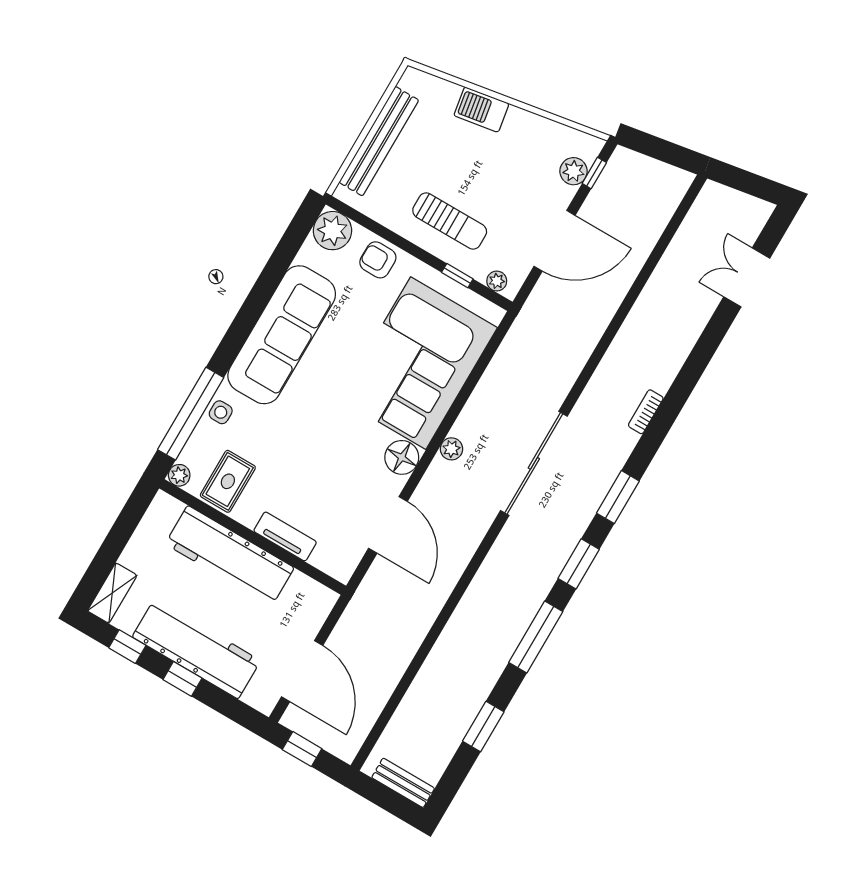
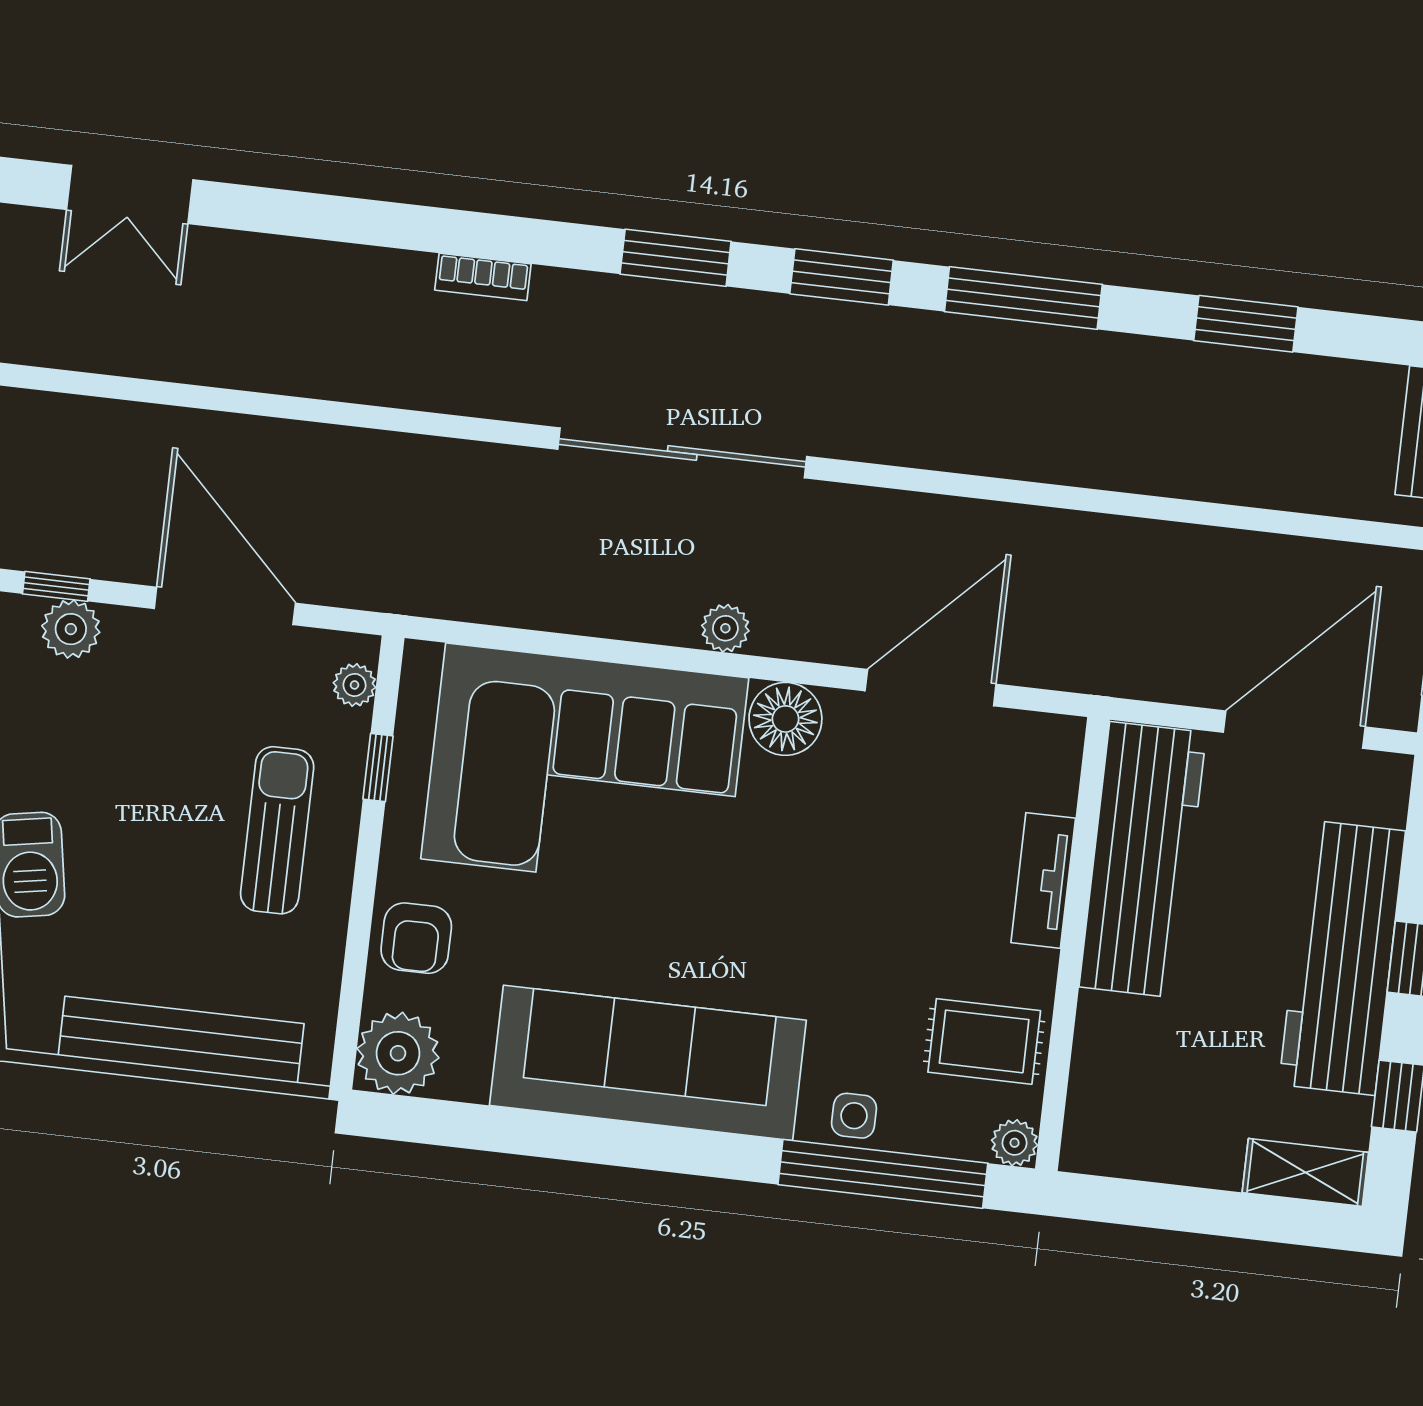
workbench: (230, 556) -> (1143, 860), moved

